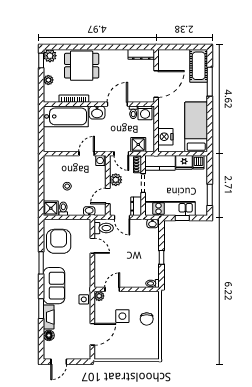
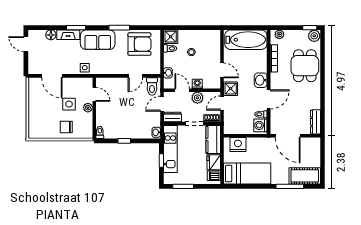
plant: (48, 80) -> (279, 34), moved
door: (117, 104) -> (269, 99), hinge flipped
bathtub: (66, 116) -> (246, 40), moved, turned -90
shower: (138, 145) -> (231, 89), moved
washing machine: (101, 161) -> (197, 84), moved
plant: (99, 296) -> (88, 108), moved

